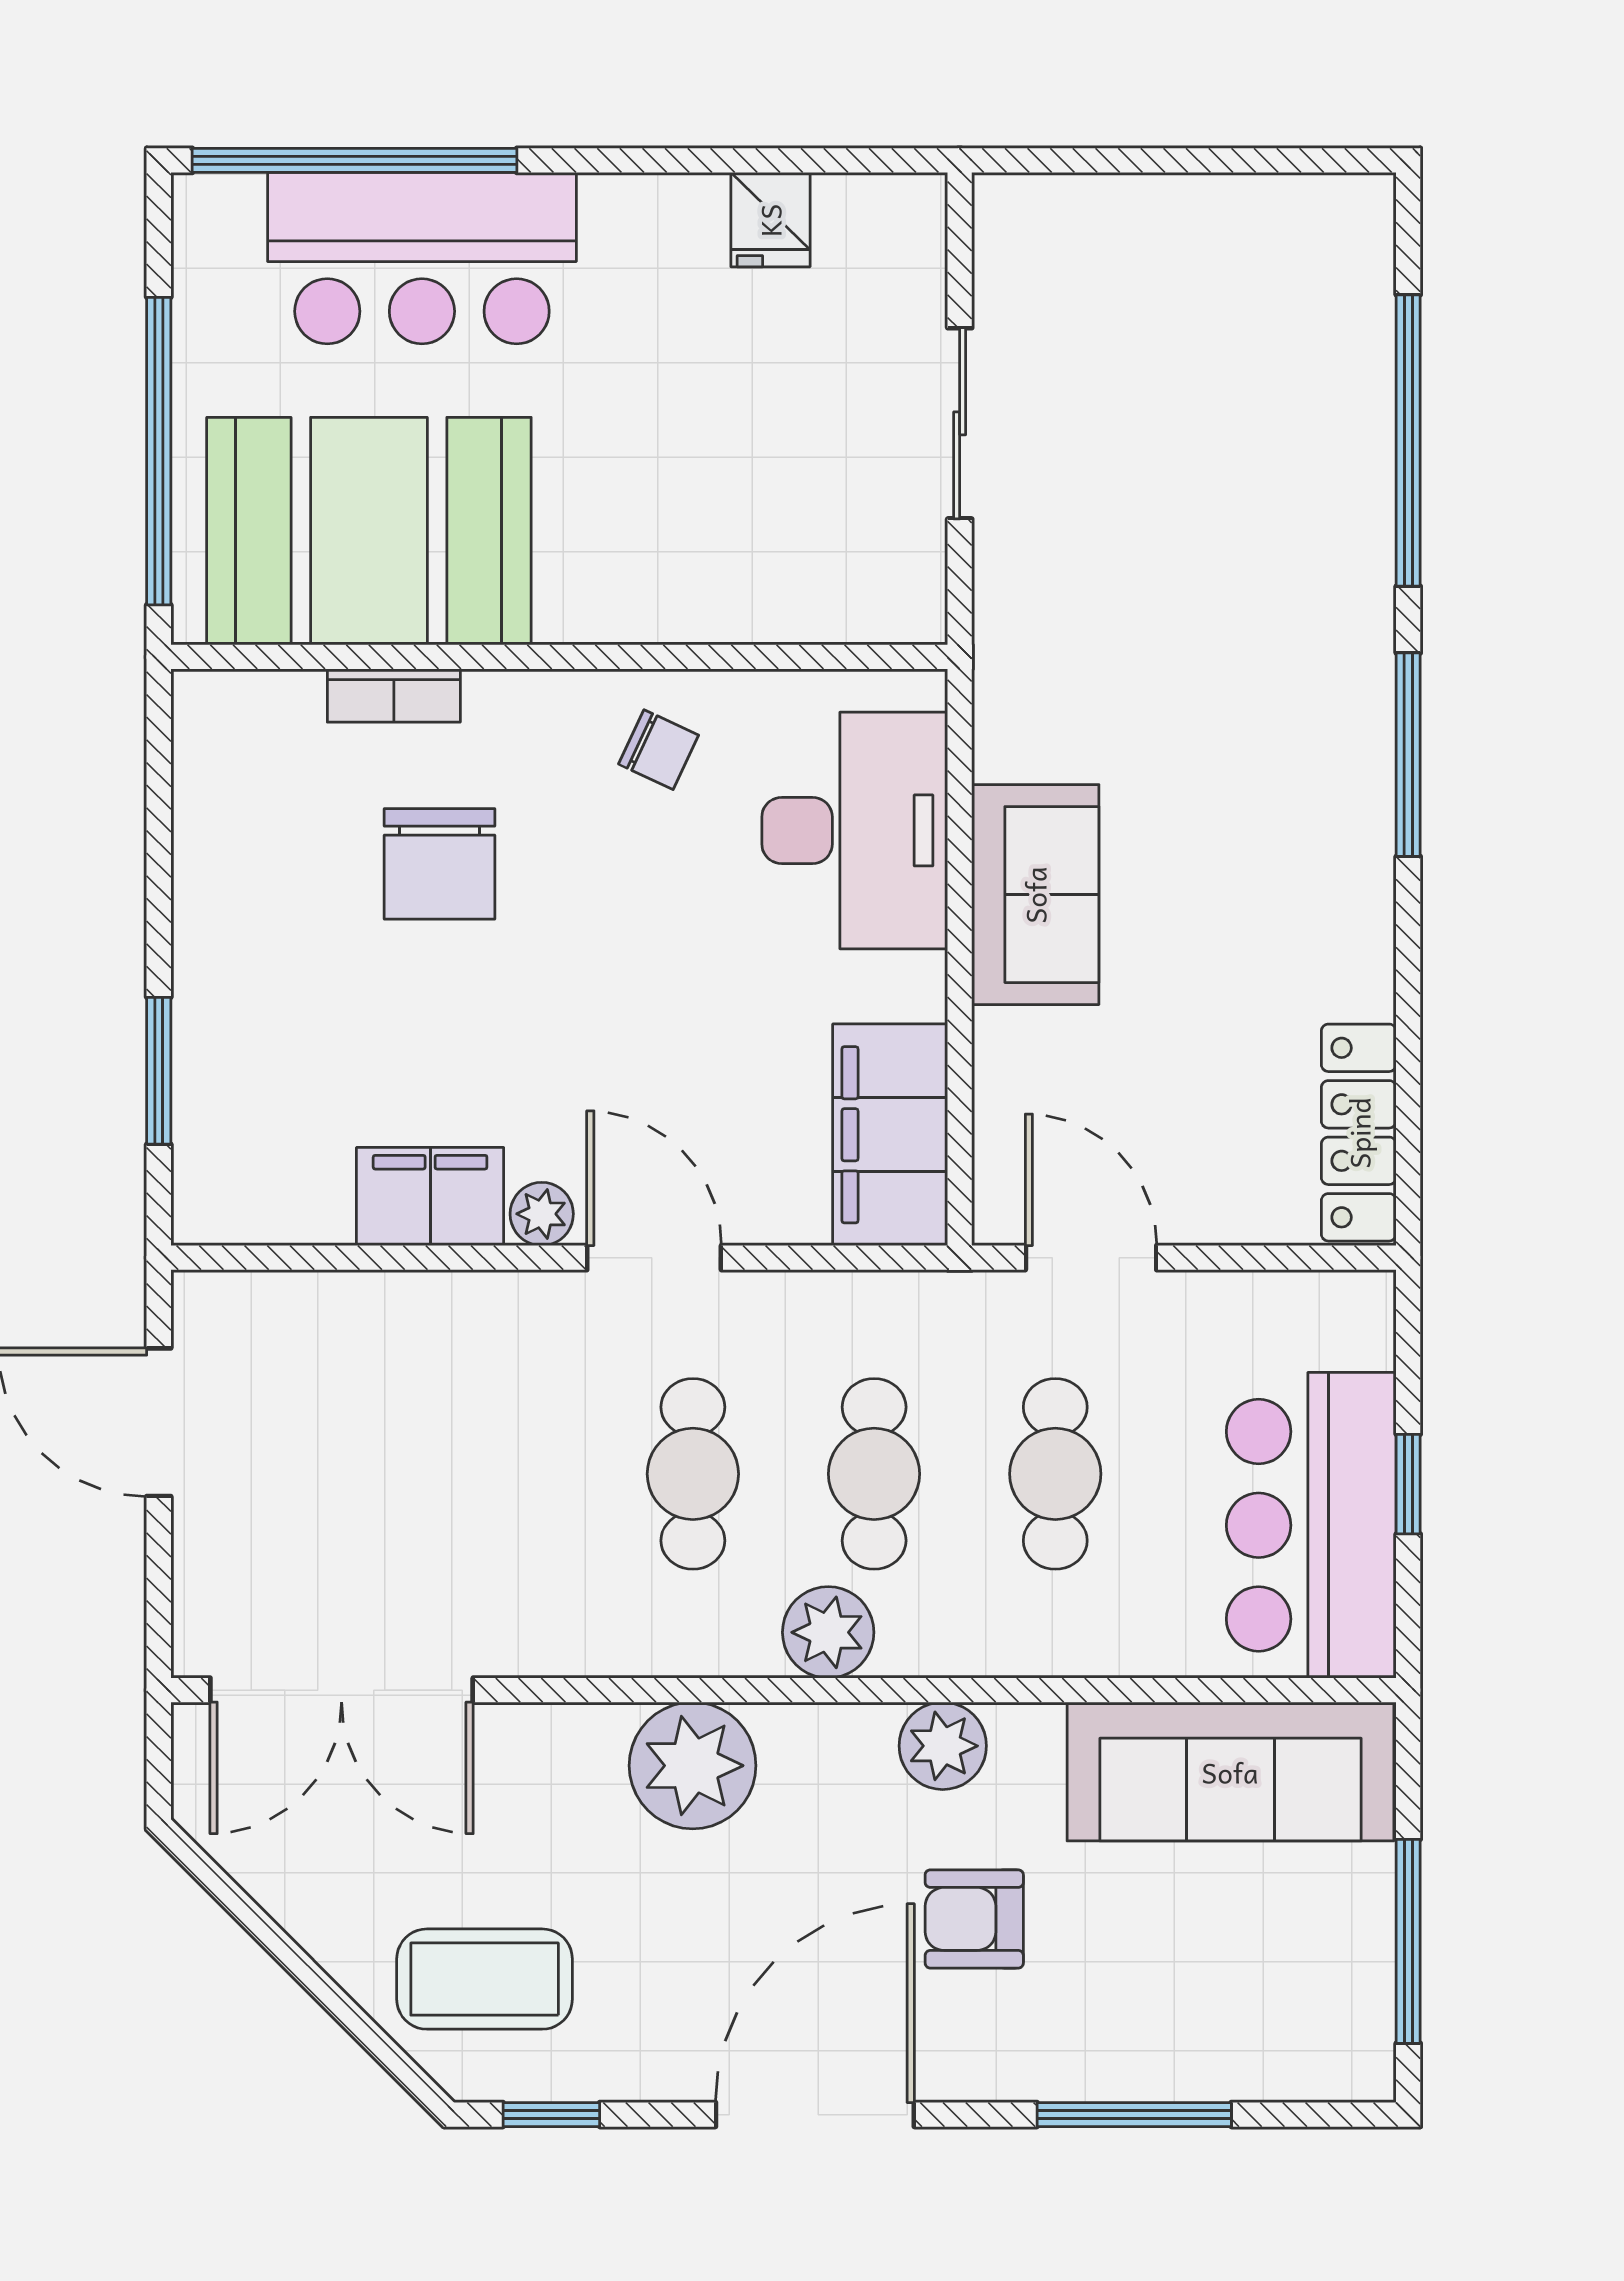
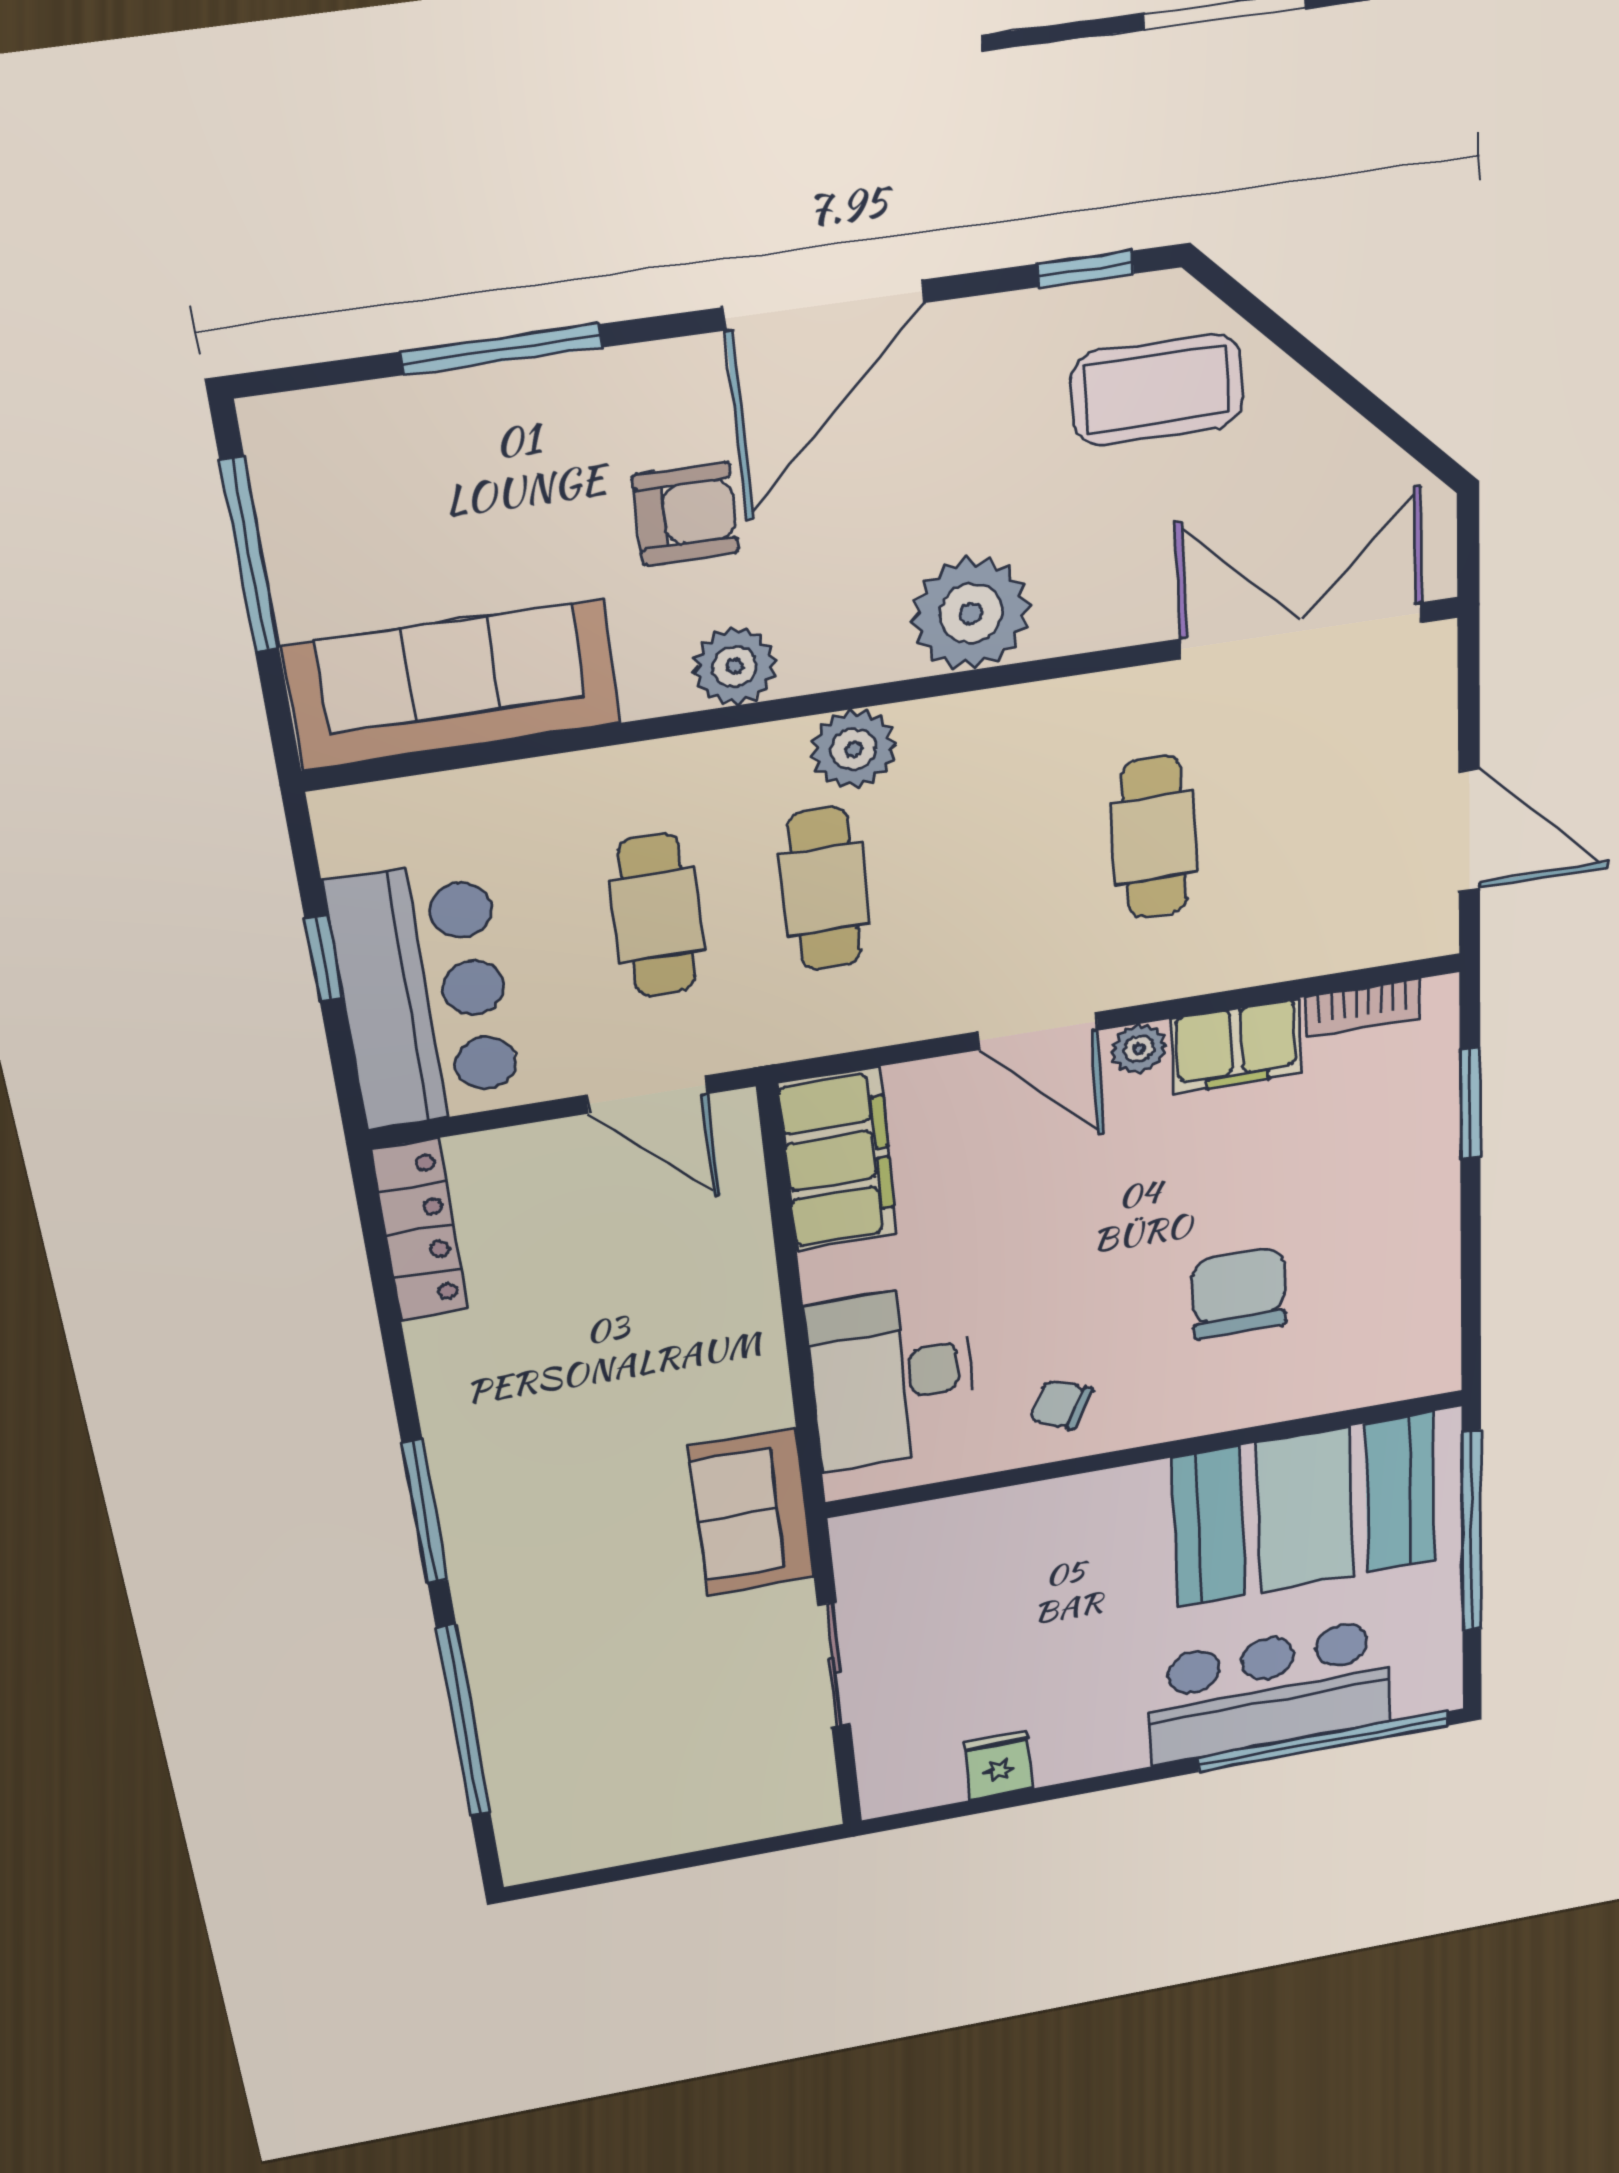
bookcase: (394, 696) -> (1363, 1008), moved, turned 180
sofa: (1035, 895) -> (752, 1512), moved
cafe table: (693, 1474) -> (1154, 837), moved
bar counter: (1311, 1525) -> (424, 995), moved

